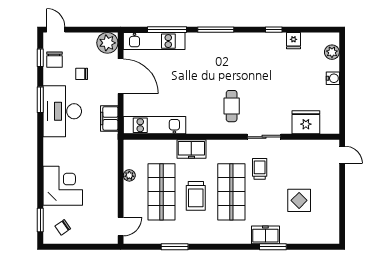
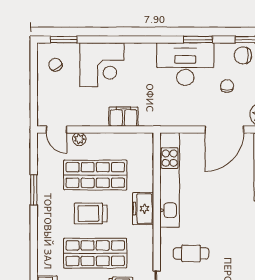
filing cabinet: (109, 118) -> (123, 117), moved
kitchen unit: (155, 125) -> (170, 180), width x1.36
plant: (129, 175) -> (79, 139), moved

